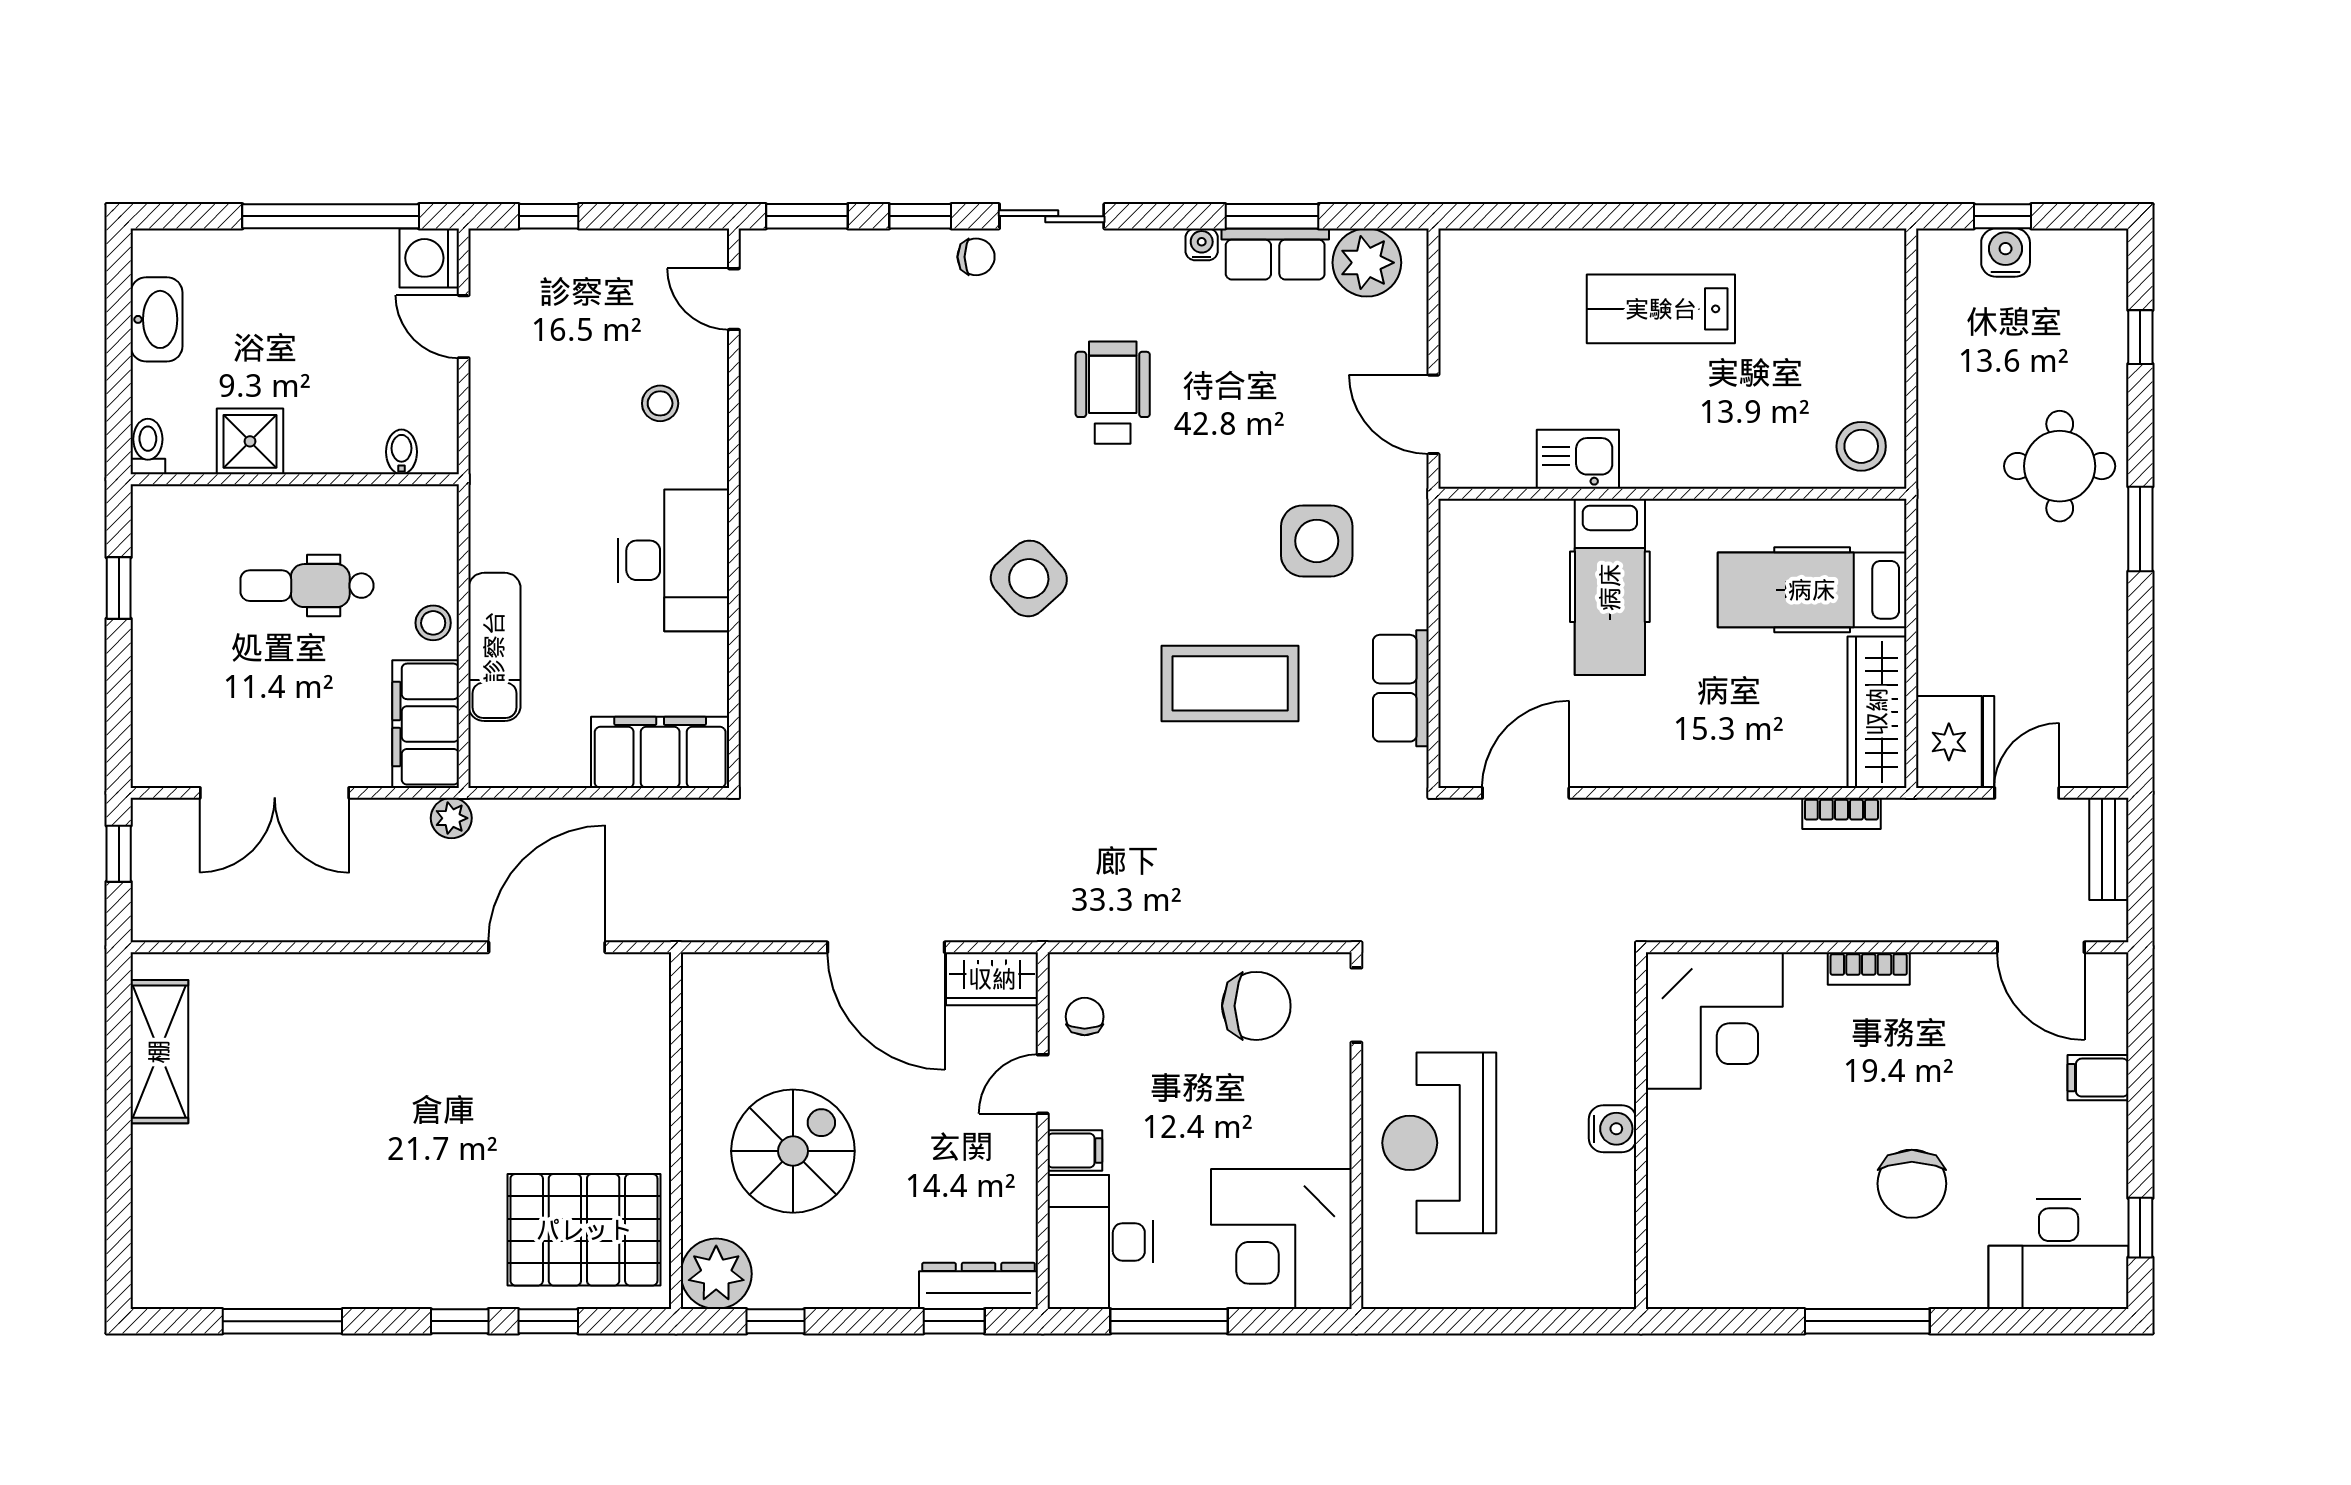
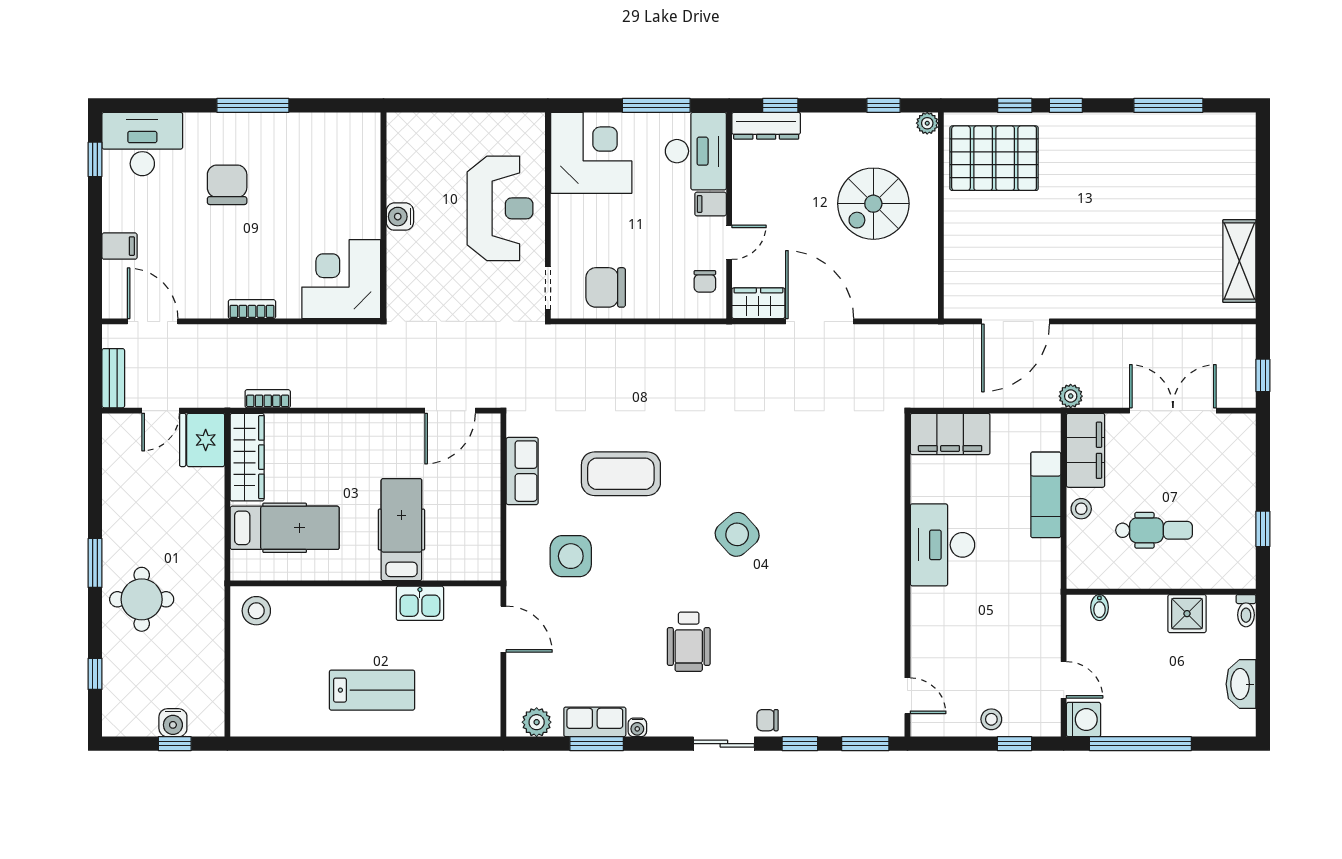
plant: (1367, 263) -> (537, 722), width x0.73, depth x0.73
stool: (660, 403) -> (991, 719), moved
plant: (716, 1274) -> (927, 123), width x0.53, depth x0.53

